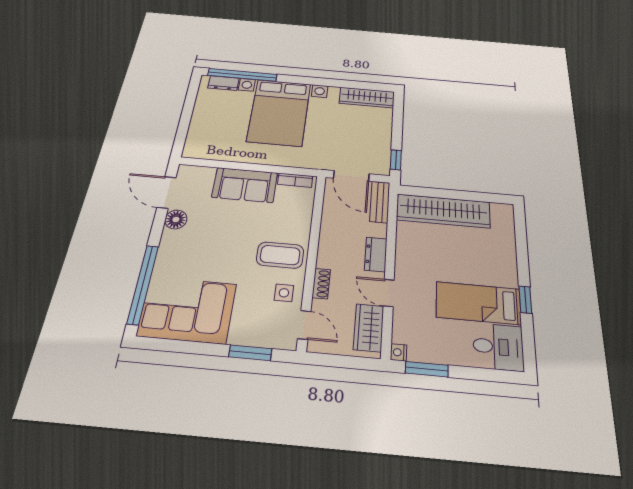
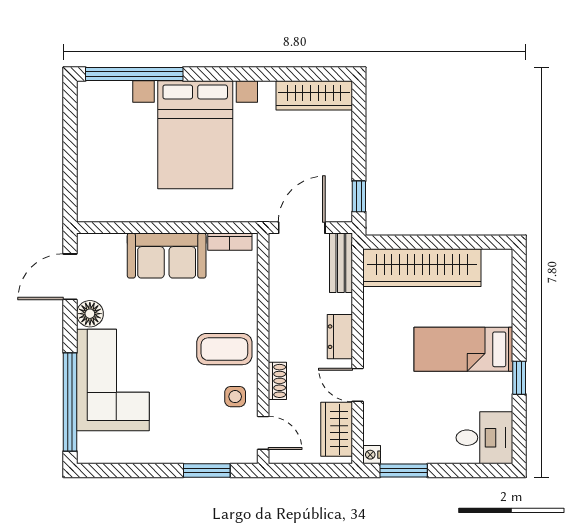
dresser: (224, 83) -> (110, 92), removed
door: (351, 176) -> (302, 228), swing flipped
door: (167, 192) -> (70, 277), hinge flipped
bed: (478, 303) -> (463, 349), moved
corner sofa: (187, 310) -> (113, 380), moved, turned 90

